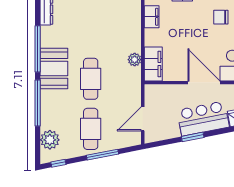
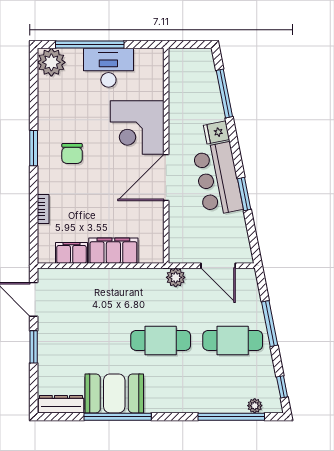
plant: (135, 60) -> (176, 277), moved
filing cabinet: (153, 64) -> (113, 251), moved
booth: (54, 68) -> (114, 393), moved
window: (38, 103) -> (231, 417), moved
plant: (50, 140) -> (255, 406), width x0.53, depth x0.53

